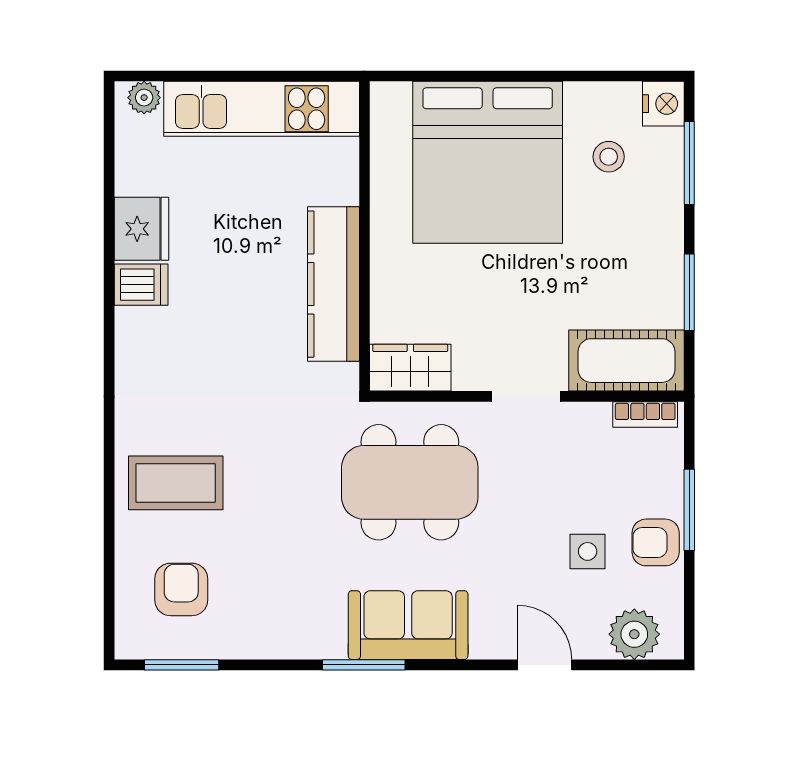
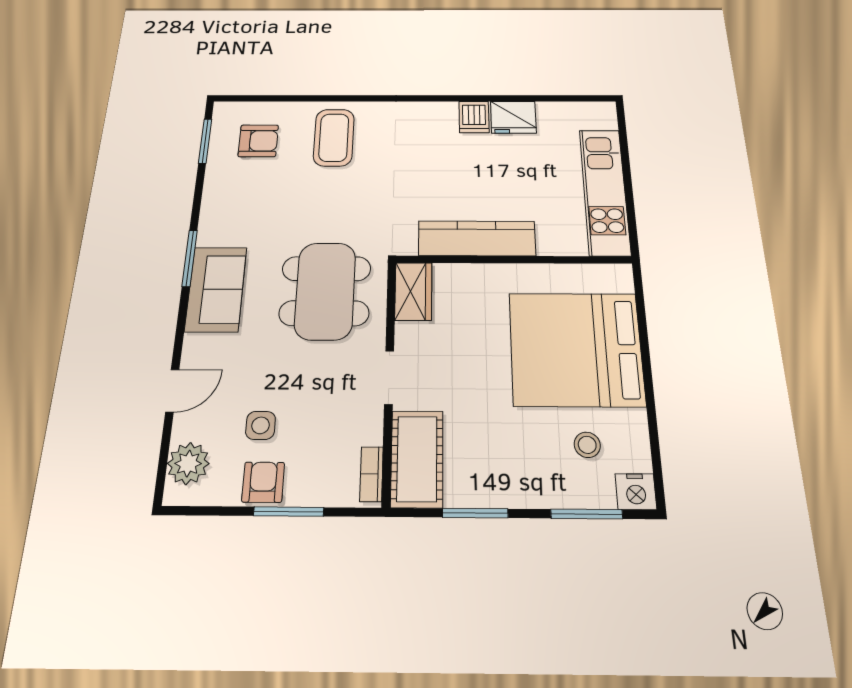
plant: (144, 98) -> (606, 119), removed

